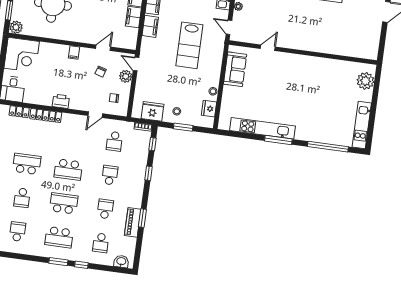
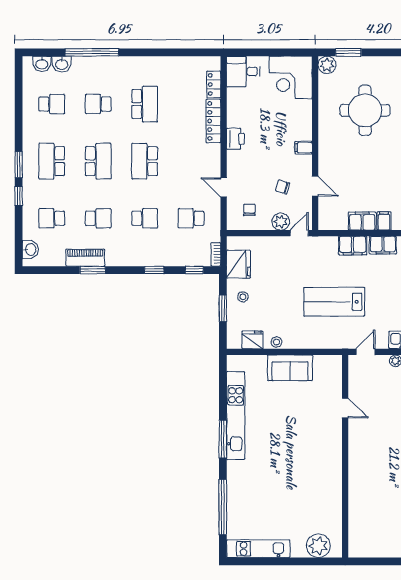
sofa: (235, 69) -> (290, 368), moved

